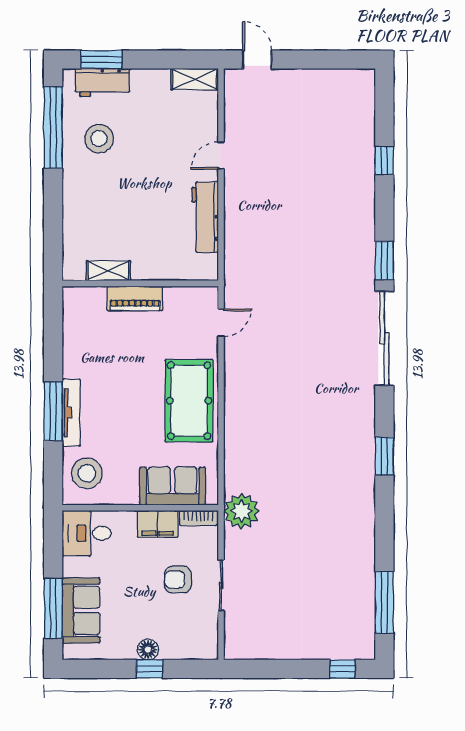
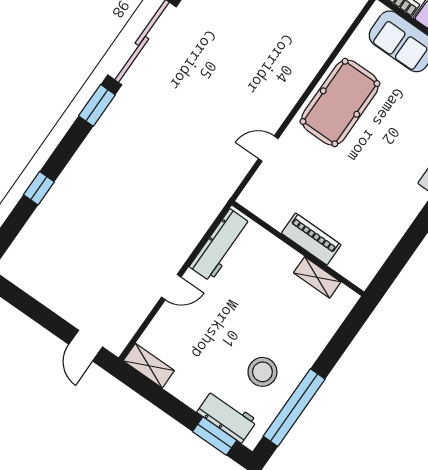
shelving: (108, 271) -> (317, 277), moved
wall: (140, 283) -> (298, 248), moved
piano: (135, 298) -> (311, 239), moved

